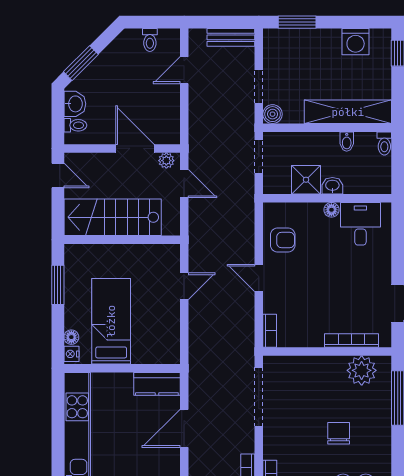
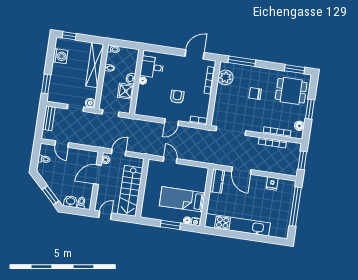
armchair: (283, 240) -> (177, 97), moved
window: (58, 285) -> (170, 225), moved

